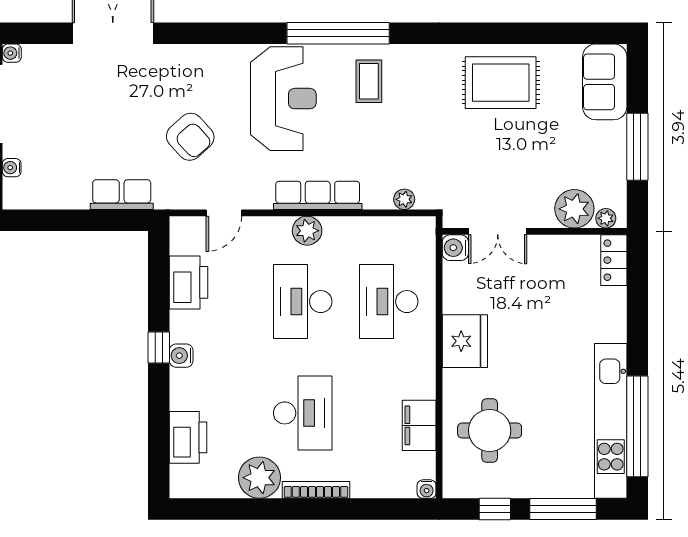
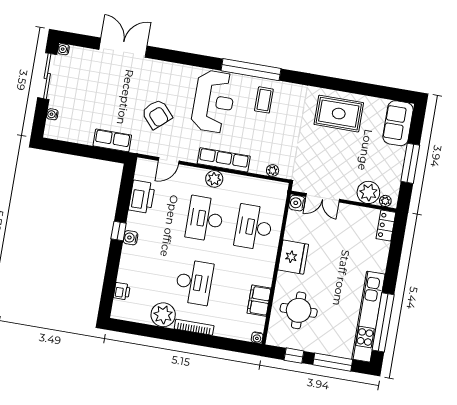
printer: (188, 437) -> (122, 291), width x0.53, depth x0.68

